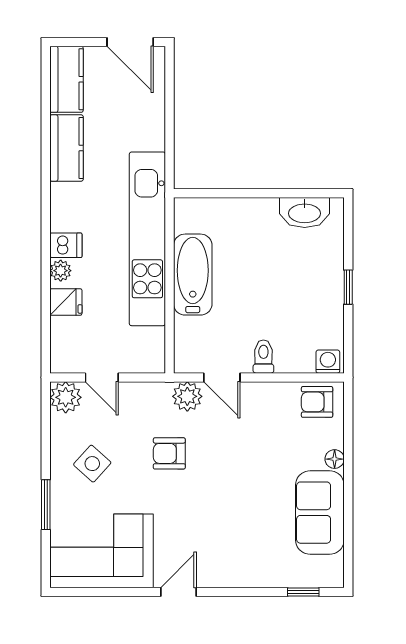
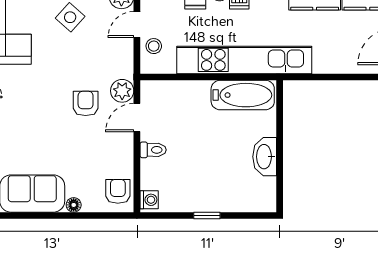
washbasin: (305, 212) -> (265, 157), moved
bathtub: (193, 275) -> (243, 95), moved
stool: (129, 356) -> (154, 46), added
armchair: (169, 453) -> (86, 103), moved

